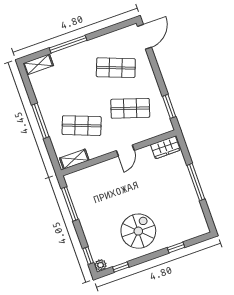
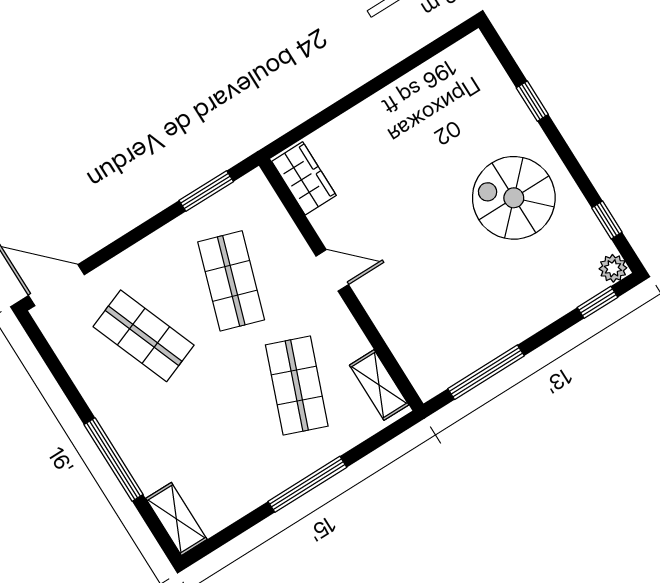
shop shelf: (116, 68) -> (144, 336), turned -42
window: (196, 182) -> (369, 89), removed

